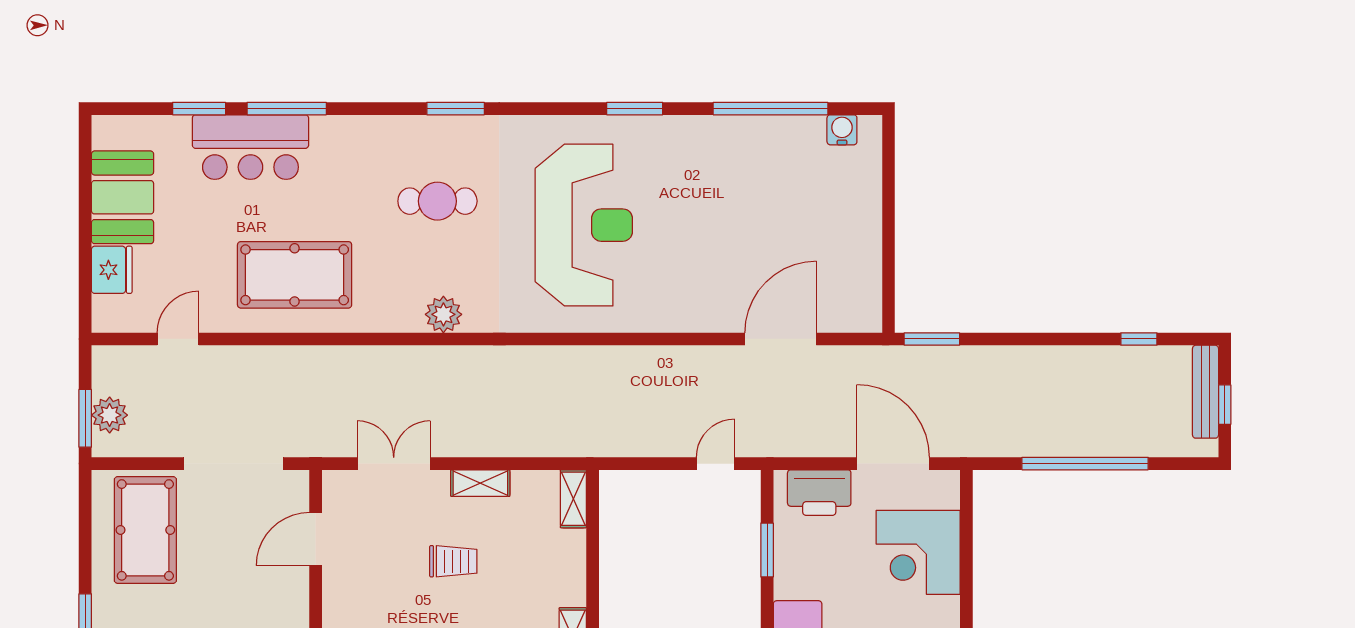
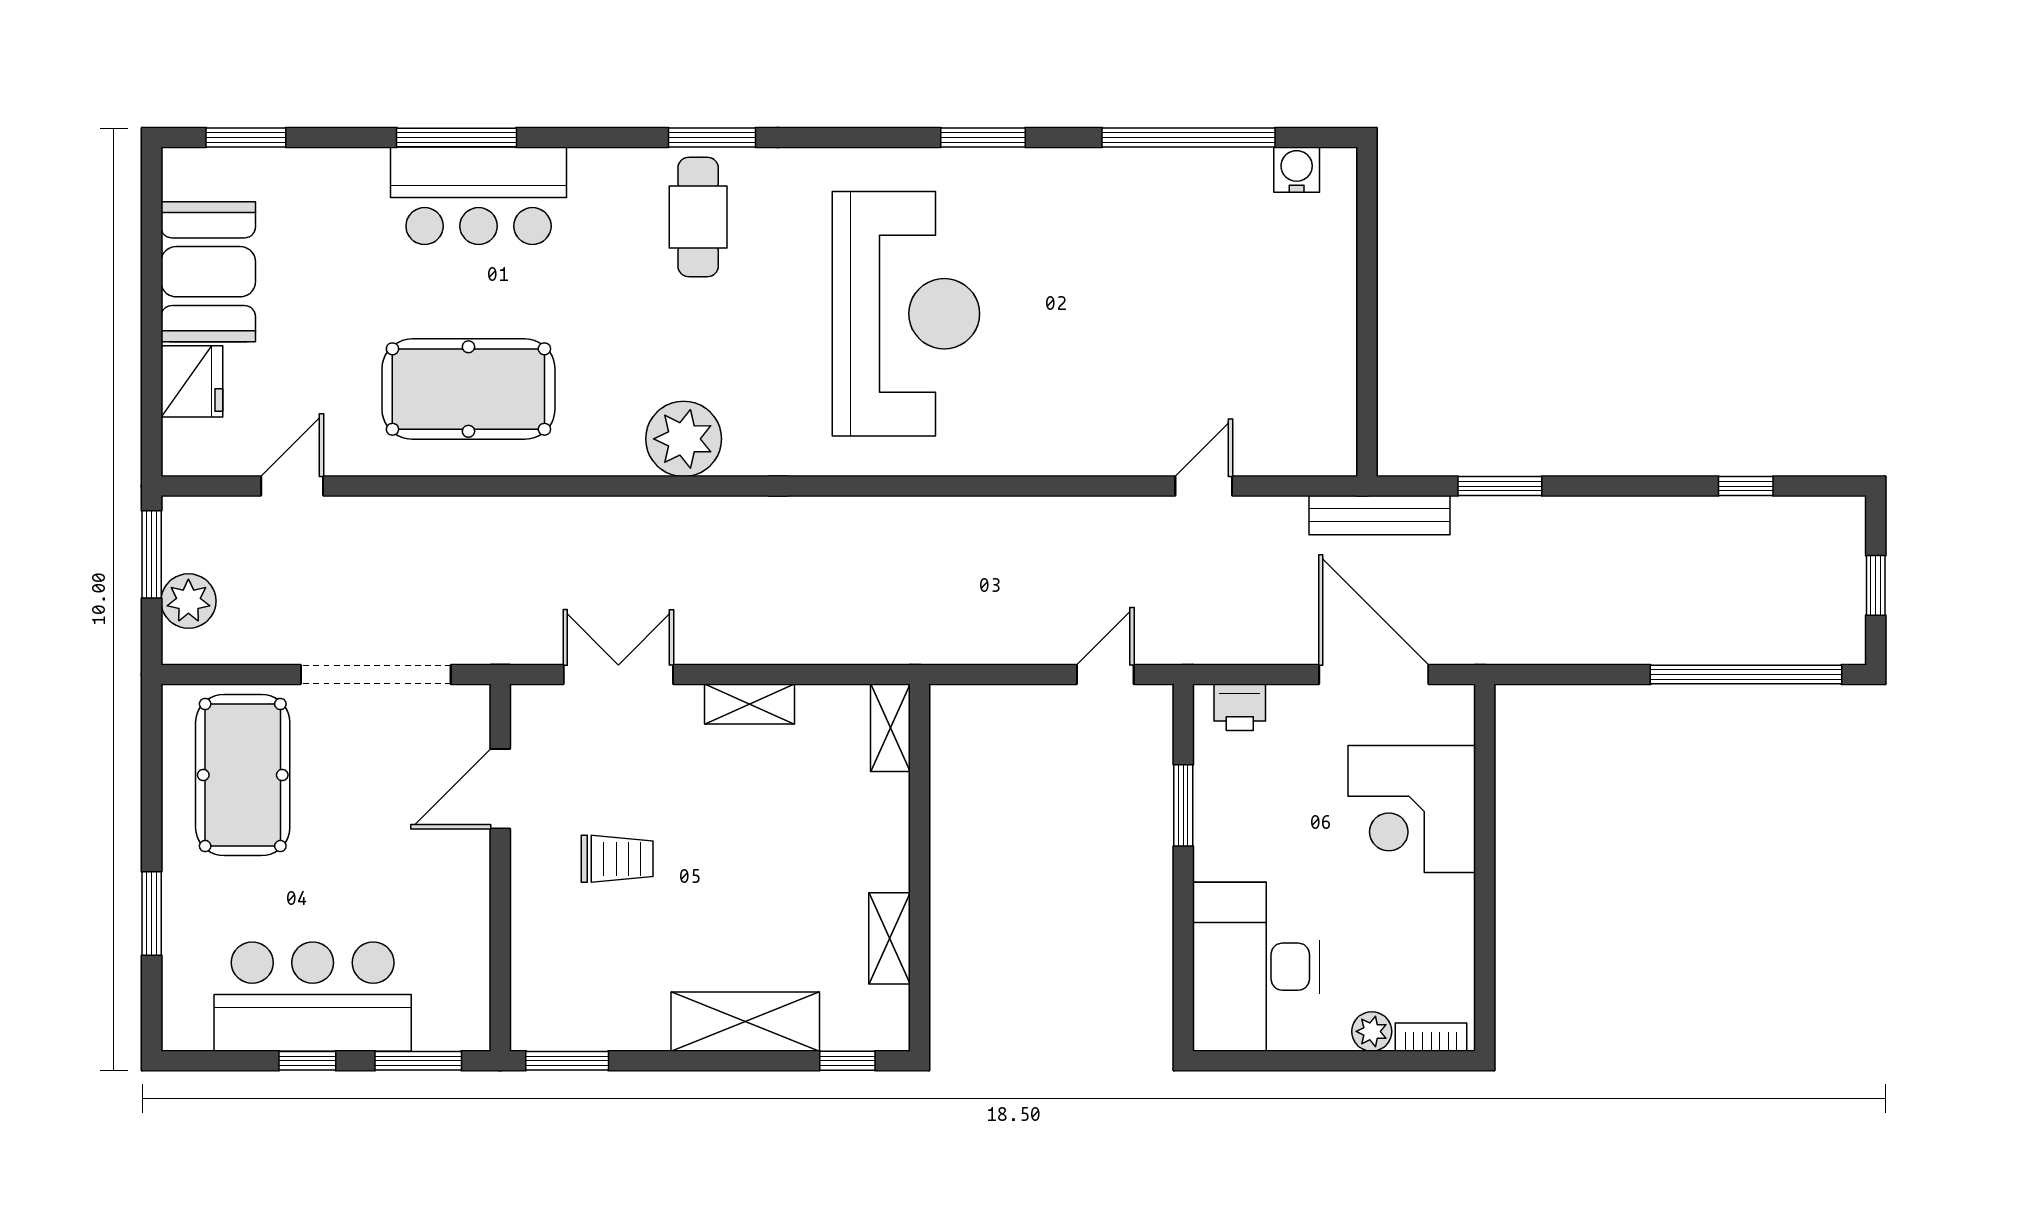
window: (199, 109) -> (246, 137), moved
bar counter: (250, 147) -> (479, 196), moved
cafe table: (437, 201) -> (698, 217), moved, turned 90
plant: (443, 314) -> (684, 439), width x1.36, depth x1.36
door: (781, 339) -> (1204, 486), width x0.53
window: (932, 339) -> (1500, 486), moved
bench: (1206, 392) -> (1379, 515), moved, turned 90
window: (85, 418) -> (152, 554), moved
window: (1085, 464) -> (1746, 674), moved
printer: (819, 493) -> (1240, 707), width x0.53, depth x0.68
trolley: (453, 561) -> (617, 859), moved

